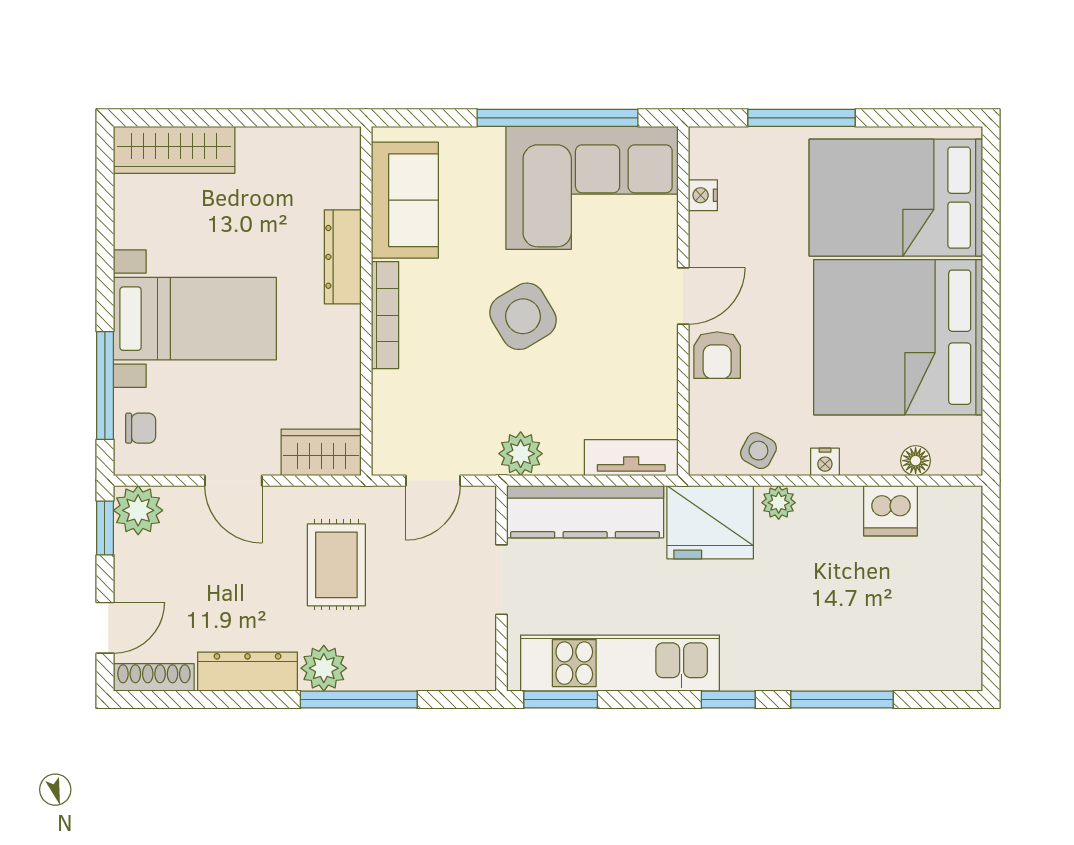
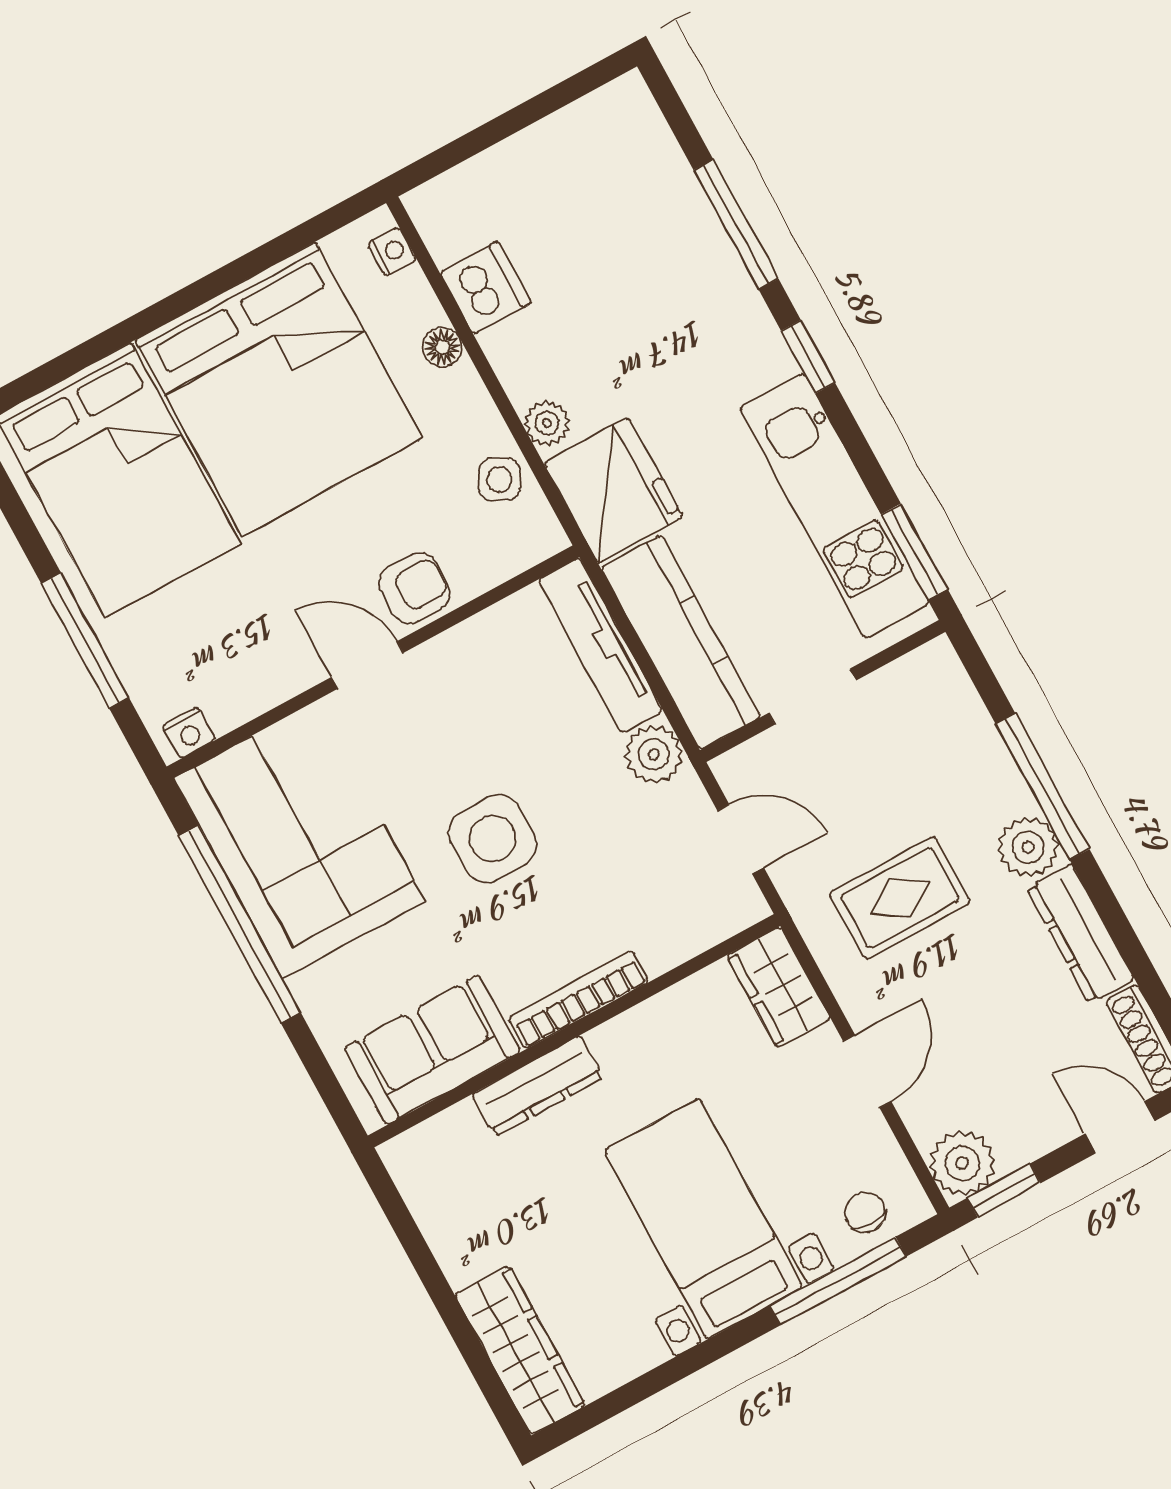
nightstand: (703, 195) -> (189, 733), moved
side table: (523, 316) -> (492, 839), turned 31
tv unit: (631, 458) -> (600, 645), width x1.41
floor lamp: (916, 461) -> (442, 347), moved
nightstand: (825, 462) -> (392, 251), moved

